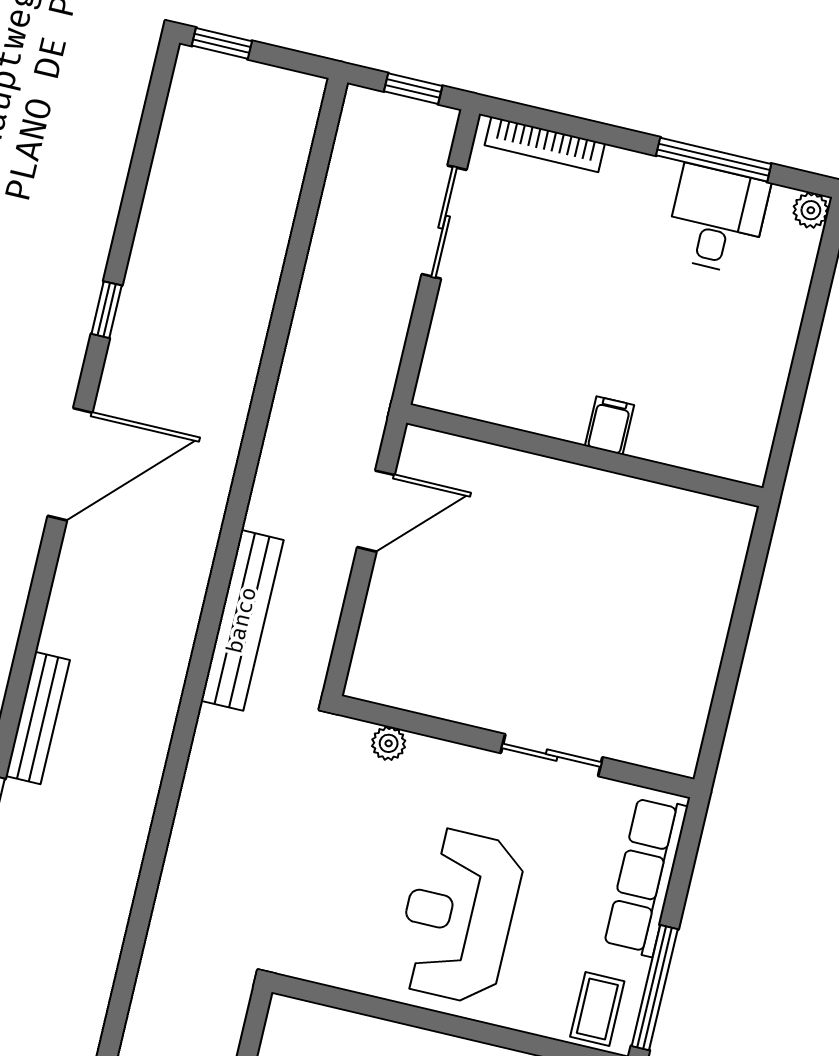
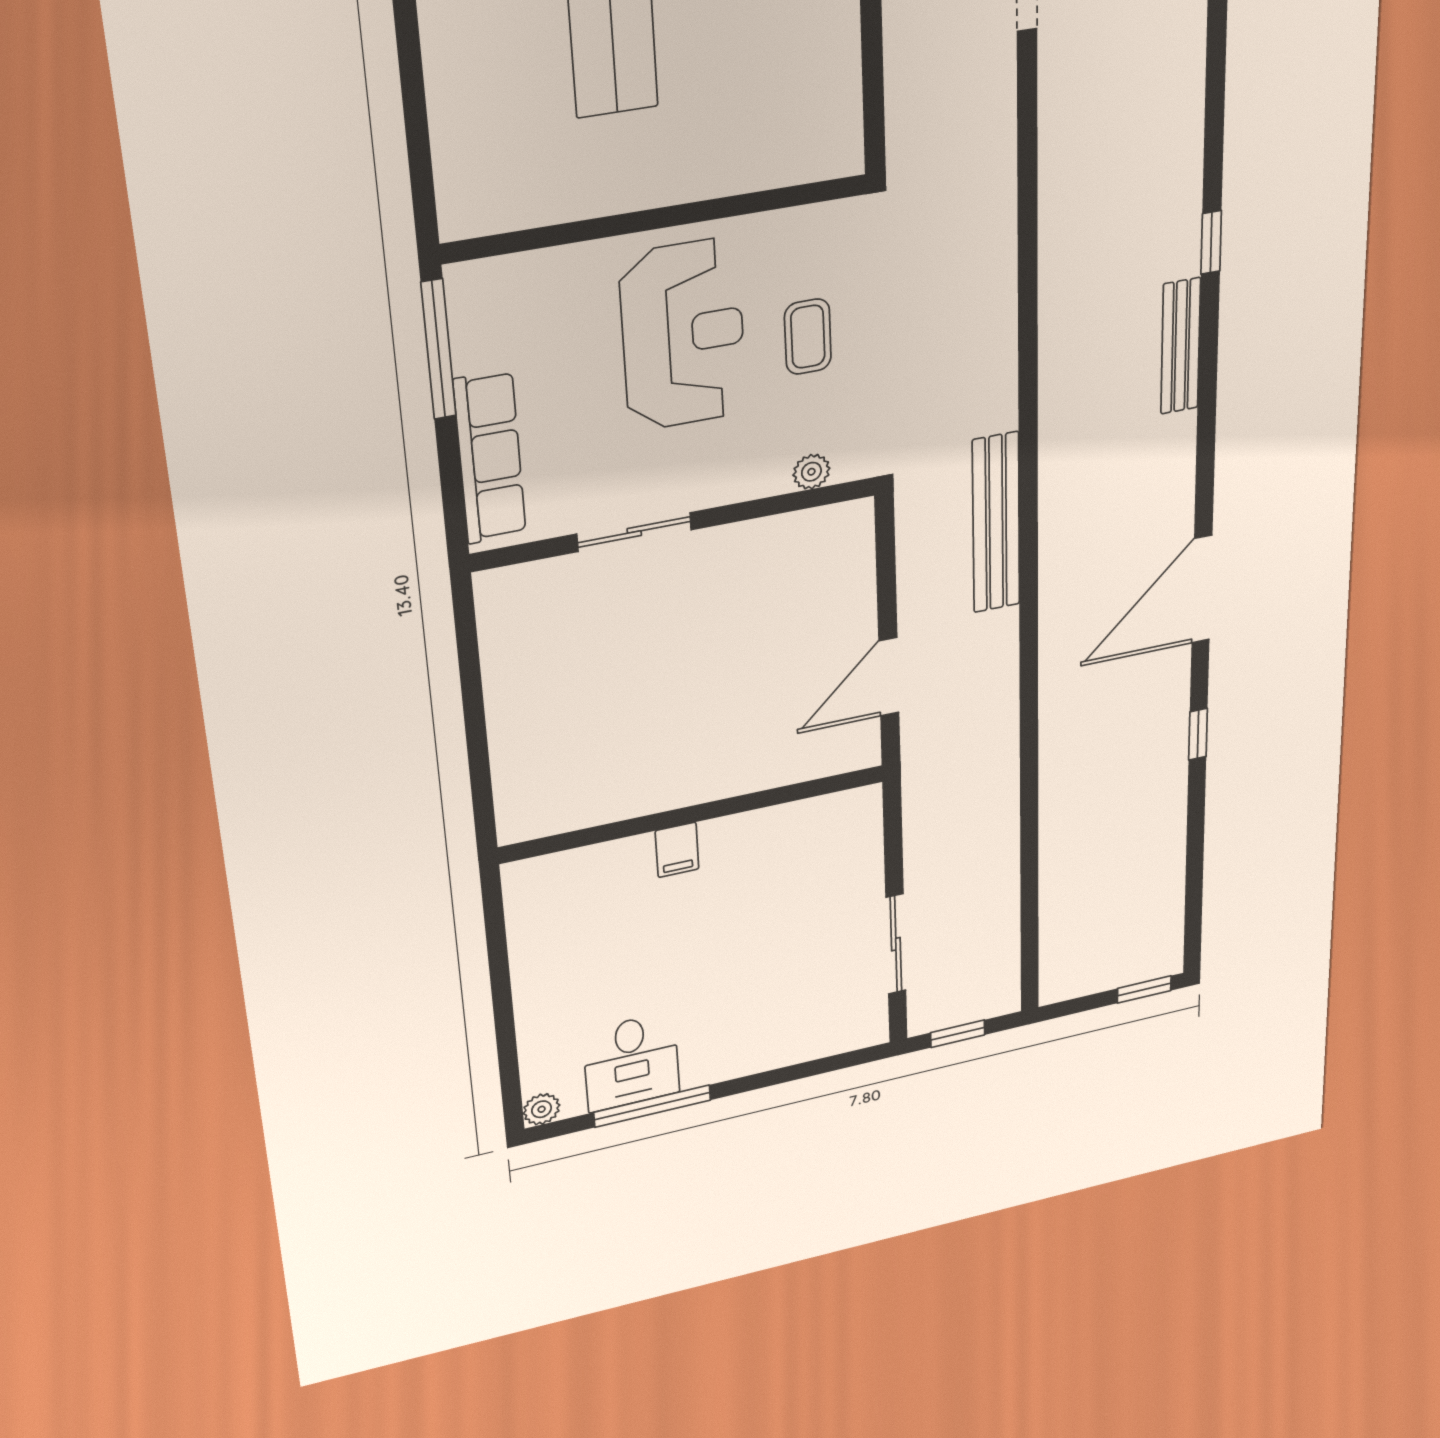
bookcase: (545, 144) -> (819, 1046), removed
coffee table: (597, 1009) -> (808, 337), moved

